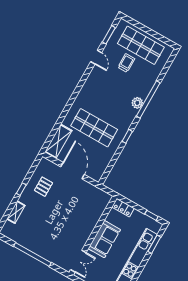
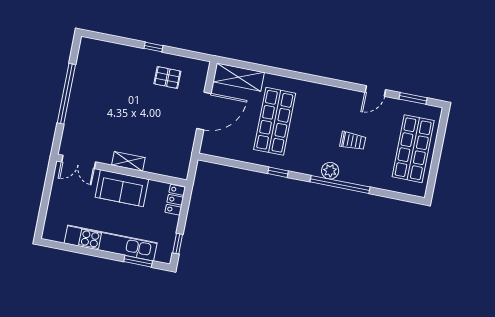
trolley: (126, 63) -> (353, 141), moved
shelving: (16, 212) -> (128, 161), moved

